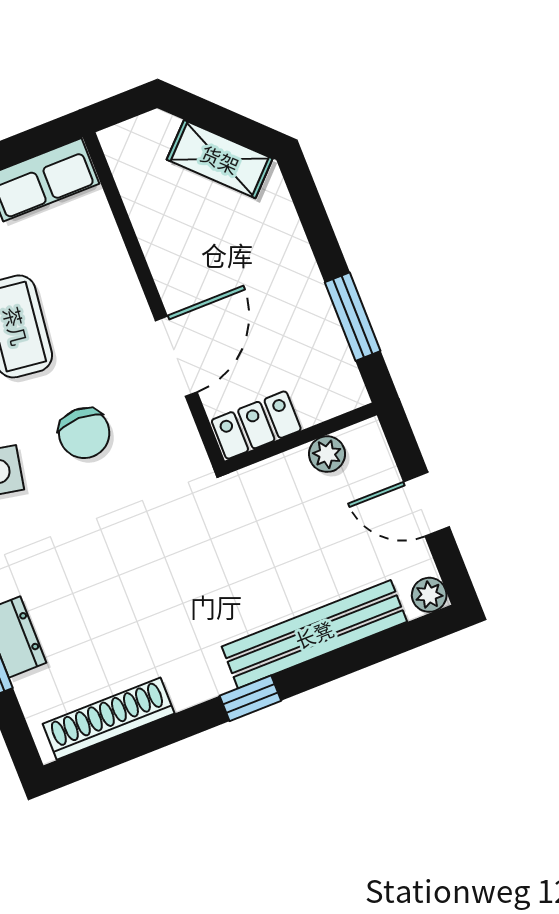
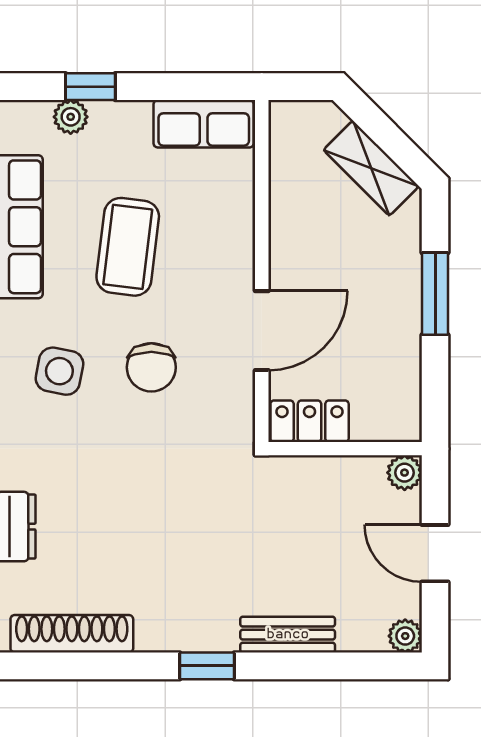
window: (353, 317) -> (435, 294), moved
plant: (327, 454) -> (405, 473), moved
bench: (314, 634) -> (288, 635), width x0.54, depth x0.82

